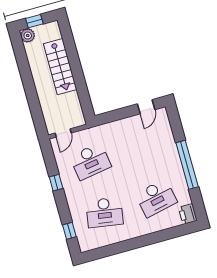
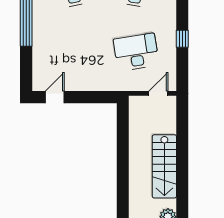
stairs: (60, 67) -> (164, 166), moved, turned 180

